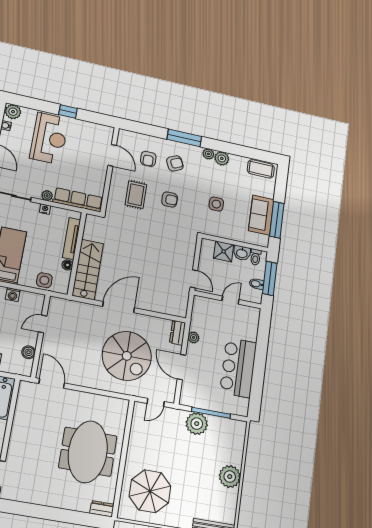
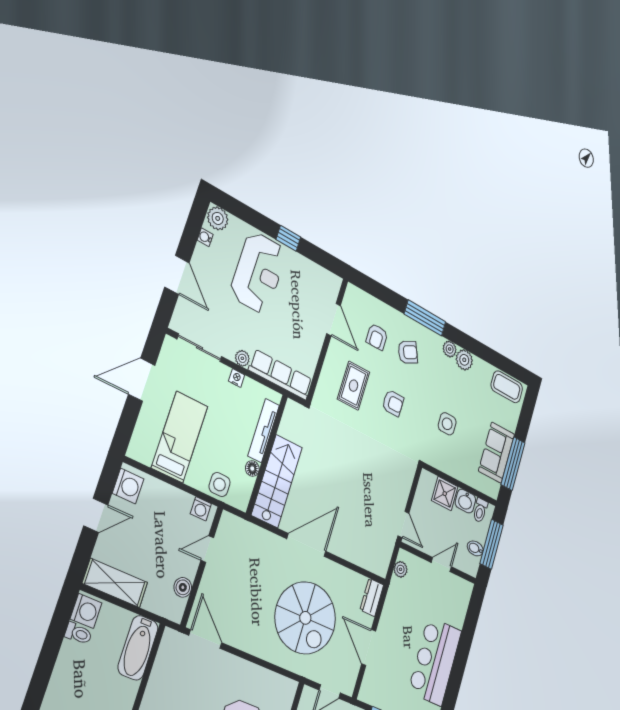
washing machine: (13, 295) -> (201, 509), moved
plant: (193, 337) -> (401, 569), moved

